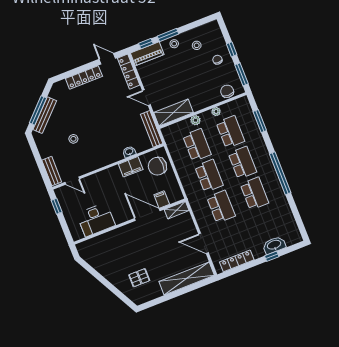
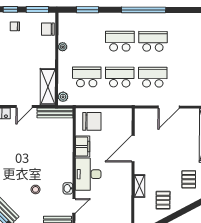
plant: (195, 120) -> (63, 97), moved
school desk: (230, 132) -> (87, 41), removed
washbasin: (129, 152) -> (68, 188), moved
chair: (157, 166) -> (92, 121), turned -90
filing cabinet: (162, 199) -> (124, 130), removed
shelving: (177, 210) -> (139, 186), moved
desk: (96, 220) -> (88, 174), moved, turned 180
door: (203, 243) -> (169, 107), moved
pallet: (110, 261) -> (163, 200), added

